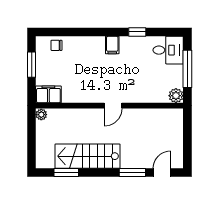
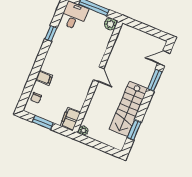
filing cabinet: (112, 45) -> (44, 78), moved
door: (162, 173) -> (164, 58), hinge flipped

